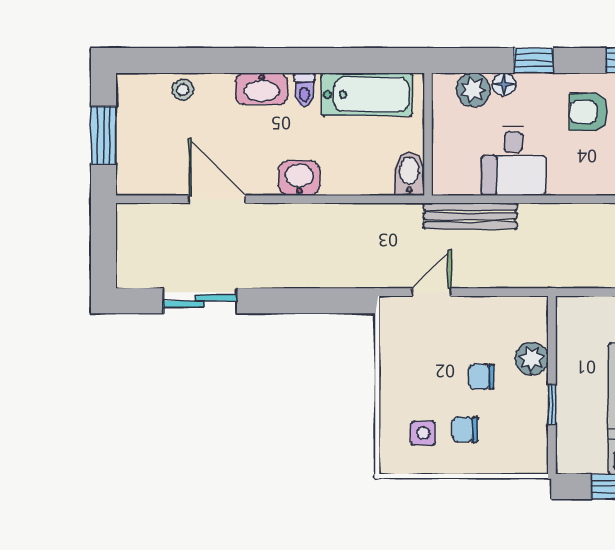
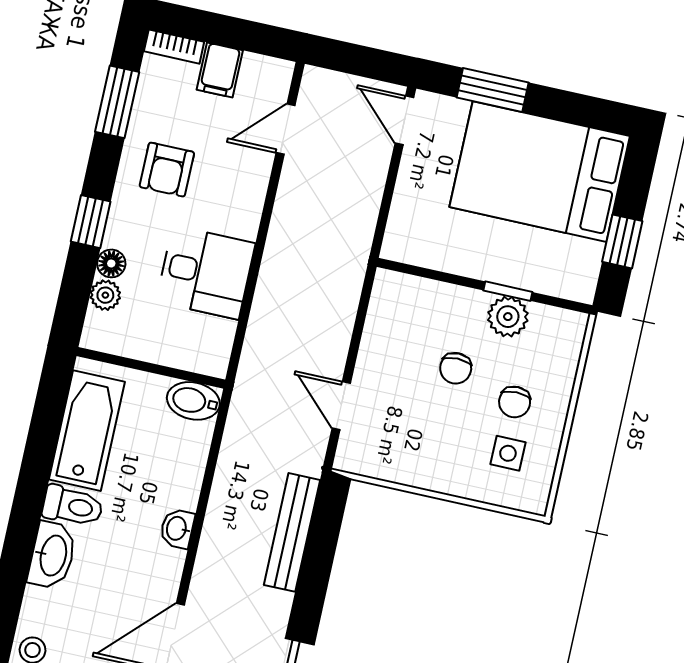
toilet: (304, 90) -> (73, 506), width x1.37, depth x1.39
plant: (473, 90) -> (105, 295), width x0.73, depth x0.73
washbasin: (299, 178) -> (177, 529), width x0.72, depth x0.69
bench: (470, 216) -> (292, 532), moved
plant: (532, 359) -> (508, 317), moved

